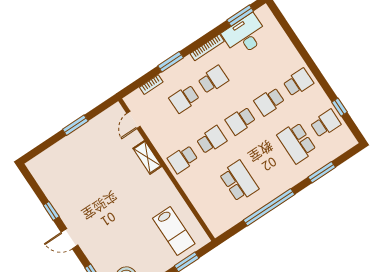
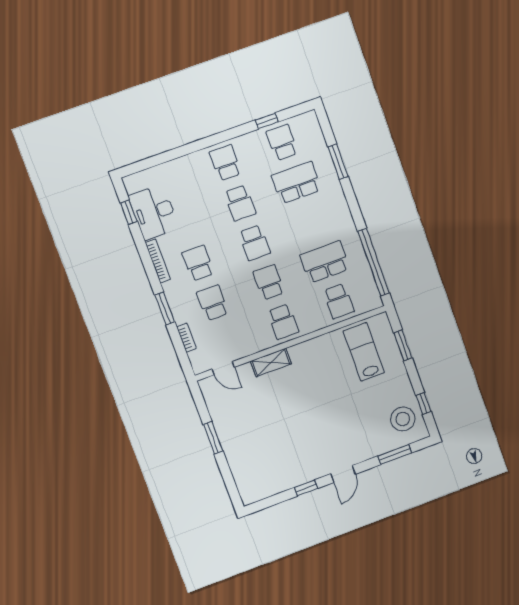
window: (240, 16) -> (129, 212), width x0.67
school desk: (184, 99) -> (213, 303), turned 180
school desk: (297, 143) -> (296, 183), turned 180
school desk: (210, 200) -> (339, 301), added
window: (269, 207) -> (374, 262), moved
lab bench: (174, 231) -> (364, 352), turned -90

